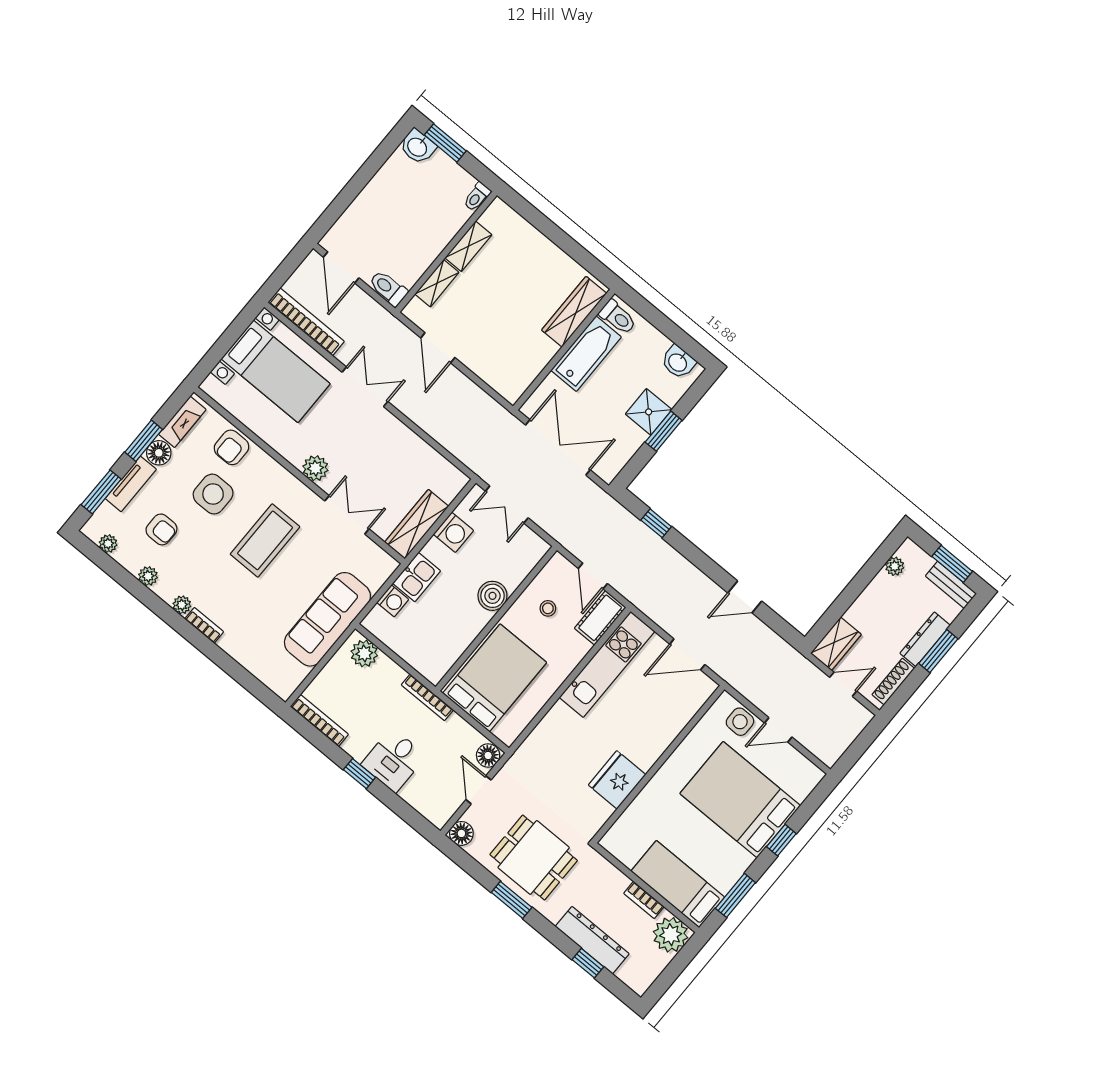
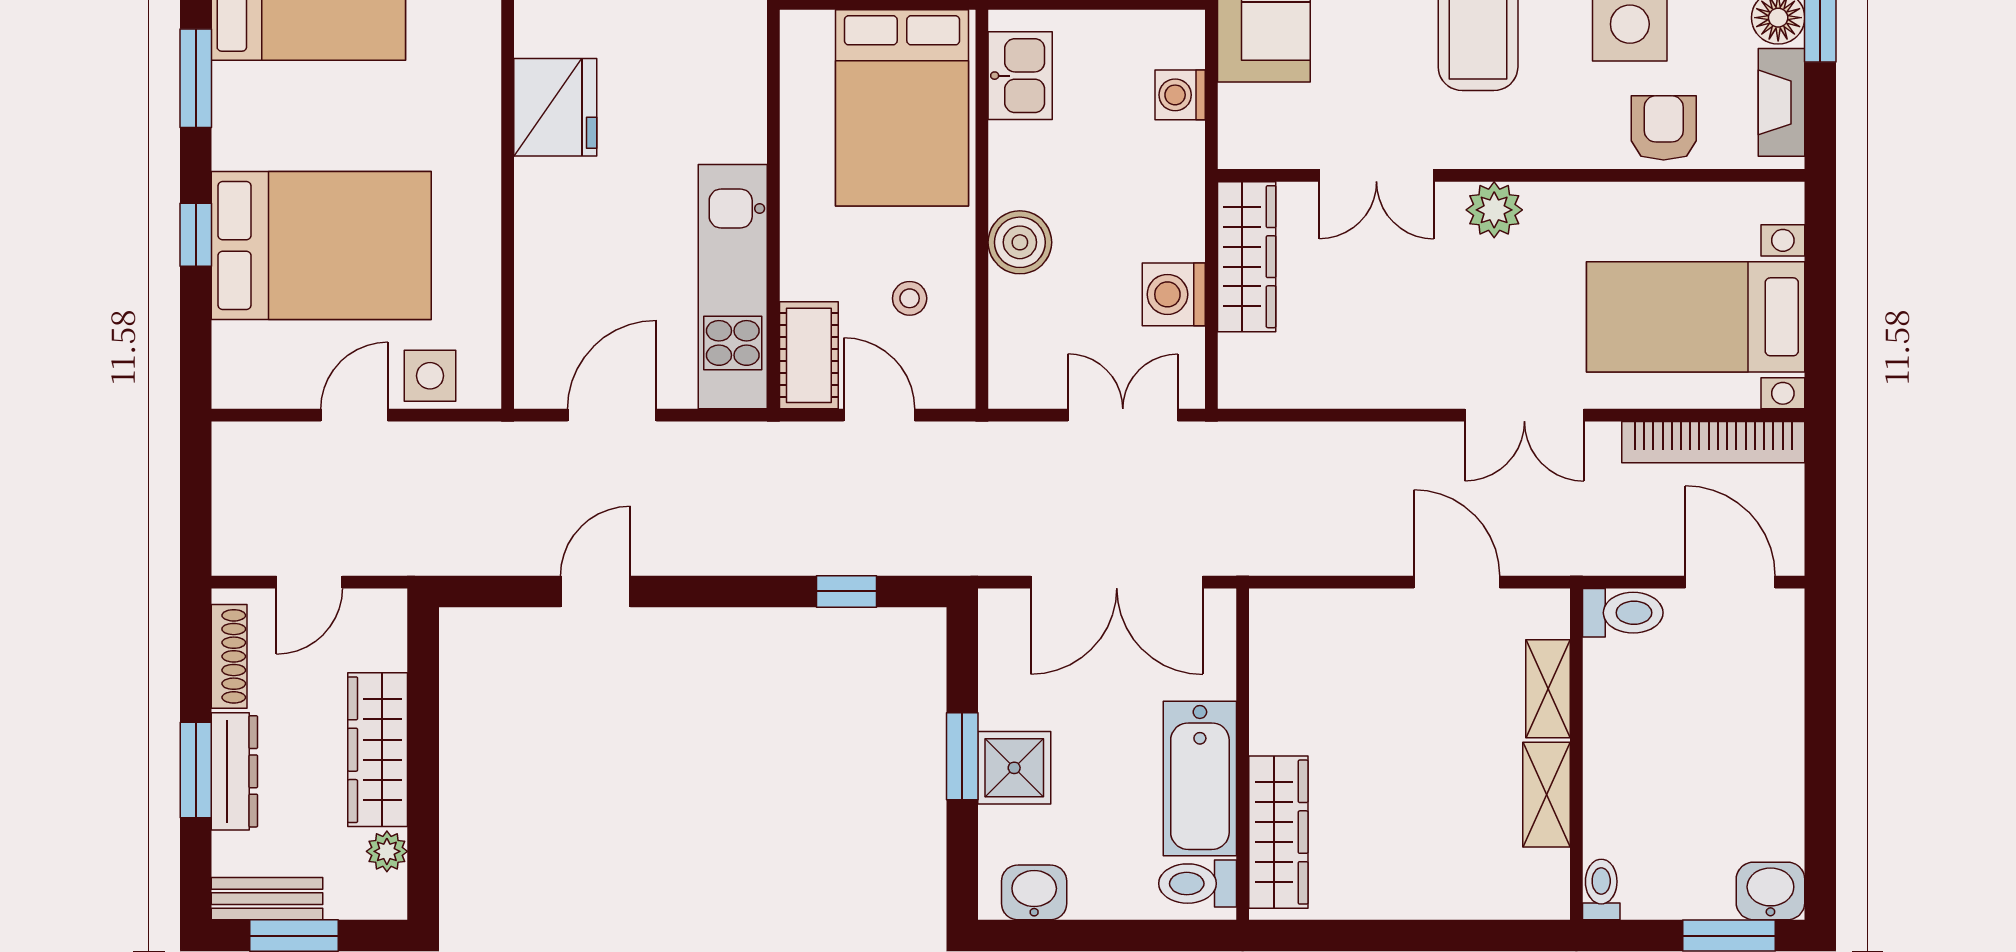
kitchen sink: (417, 577) -> (1020, 76), moved, turned 180
wardrobe: (836, 644) -> (378, 750), moved, width x1.50

